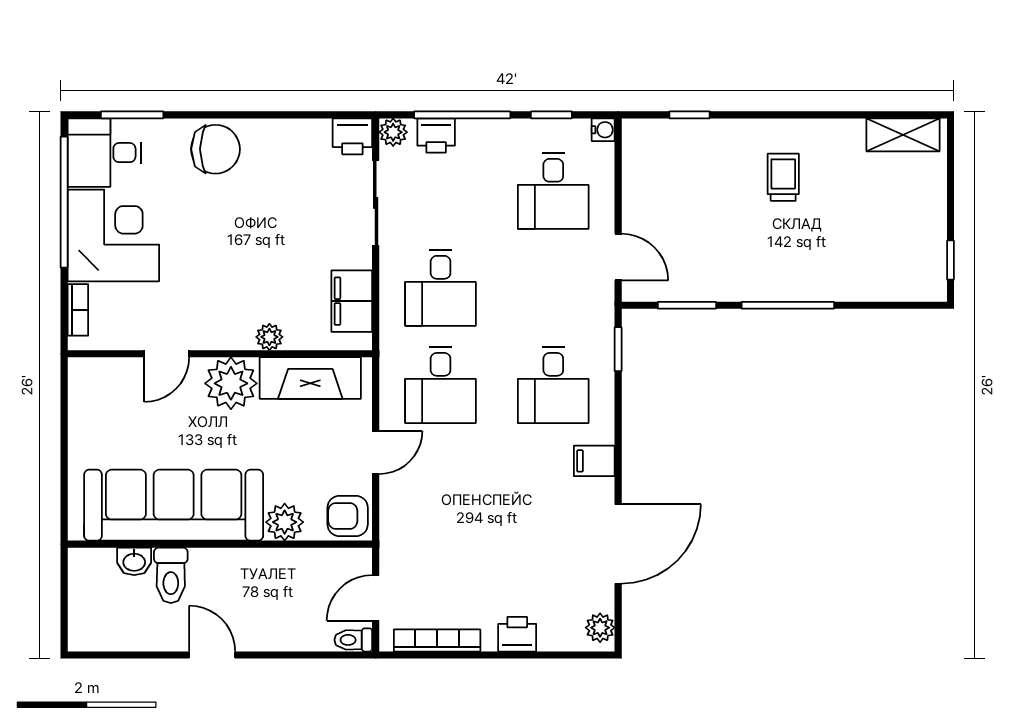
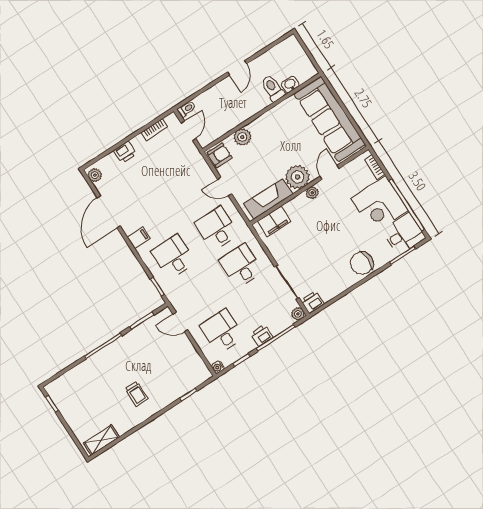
printer: (436, 135) -> (262, 336), moved
filing cabinet: (352, 301) -> (274, 221), moved, turned 90
plant: (269, 337) -> (312, 193), moved
door: (376, 452) -> (225, 187), hinge flipped
sofa: (174, 505) -> (330, 119), moved, turned 90
bookcase: (437, 640) -> (154, 130), width x0.64
door: (212, 655) -> (237, 68), hinge flipped

